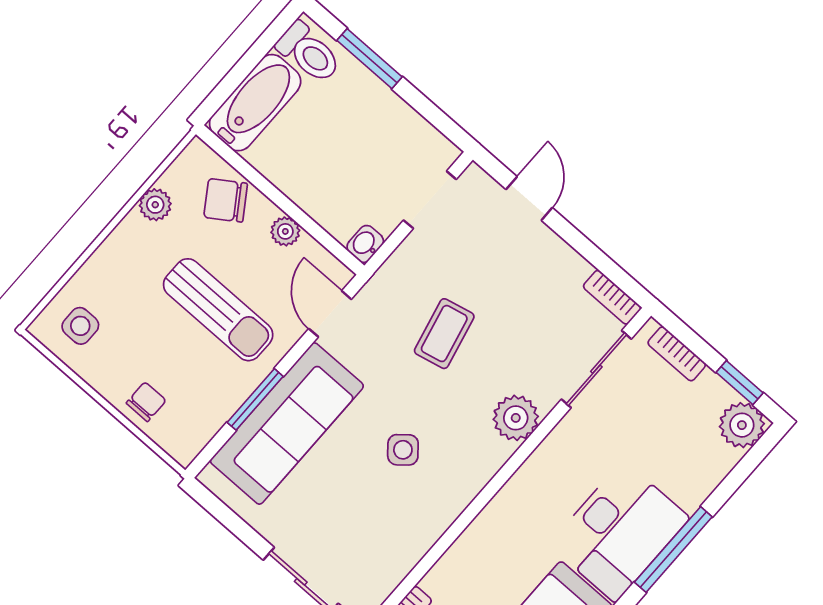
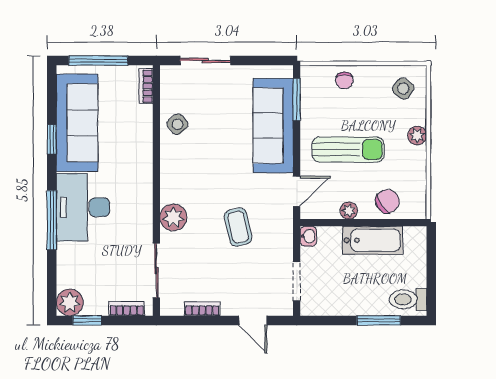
bathtub: (255, 103) -> (372, 240), moved, turned -90
plant: (155, 205) -> (417, 136), moved
bookcase: (612, 297) -> (202, 309), moved
sun lounger: (218, 310) -> (348, 150), turned 180
door: (330, 314) -> (297, 191), hinge flipped
side table: (80, 326) -> (403, 89), turned 36
window: (255, 399) -> (297, 99), moved
side table: (403, 450) -> (177, 124), moved

